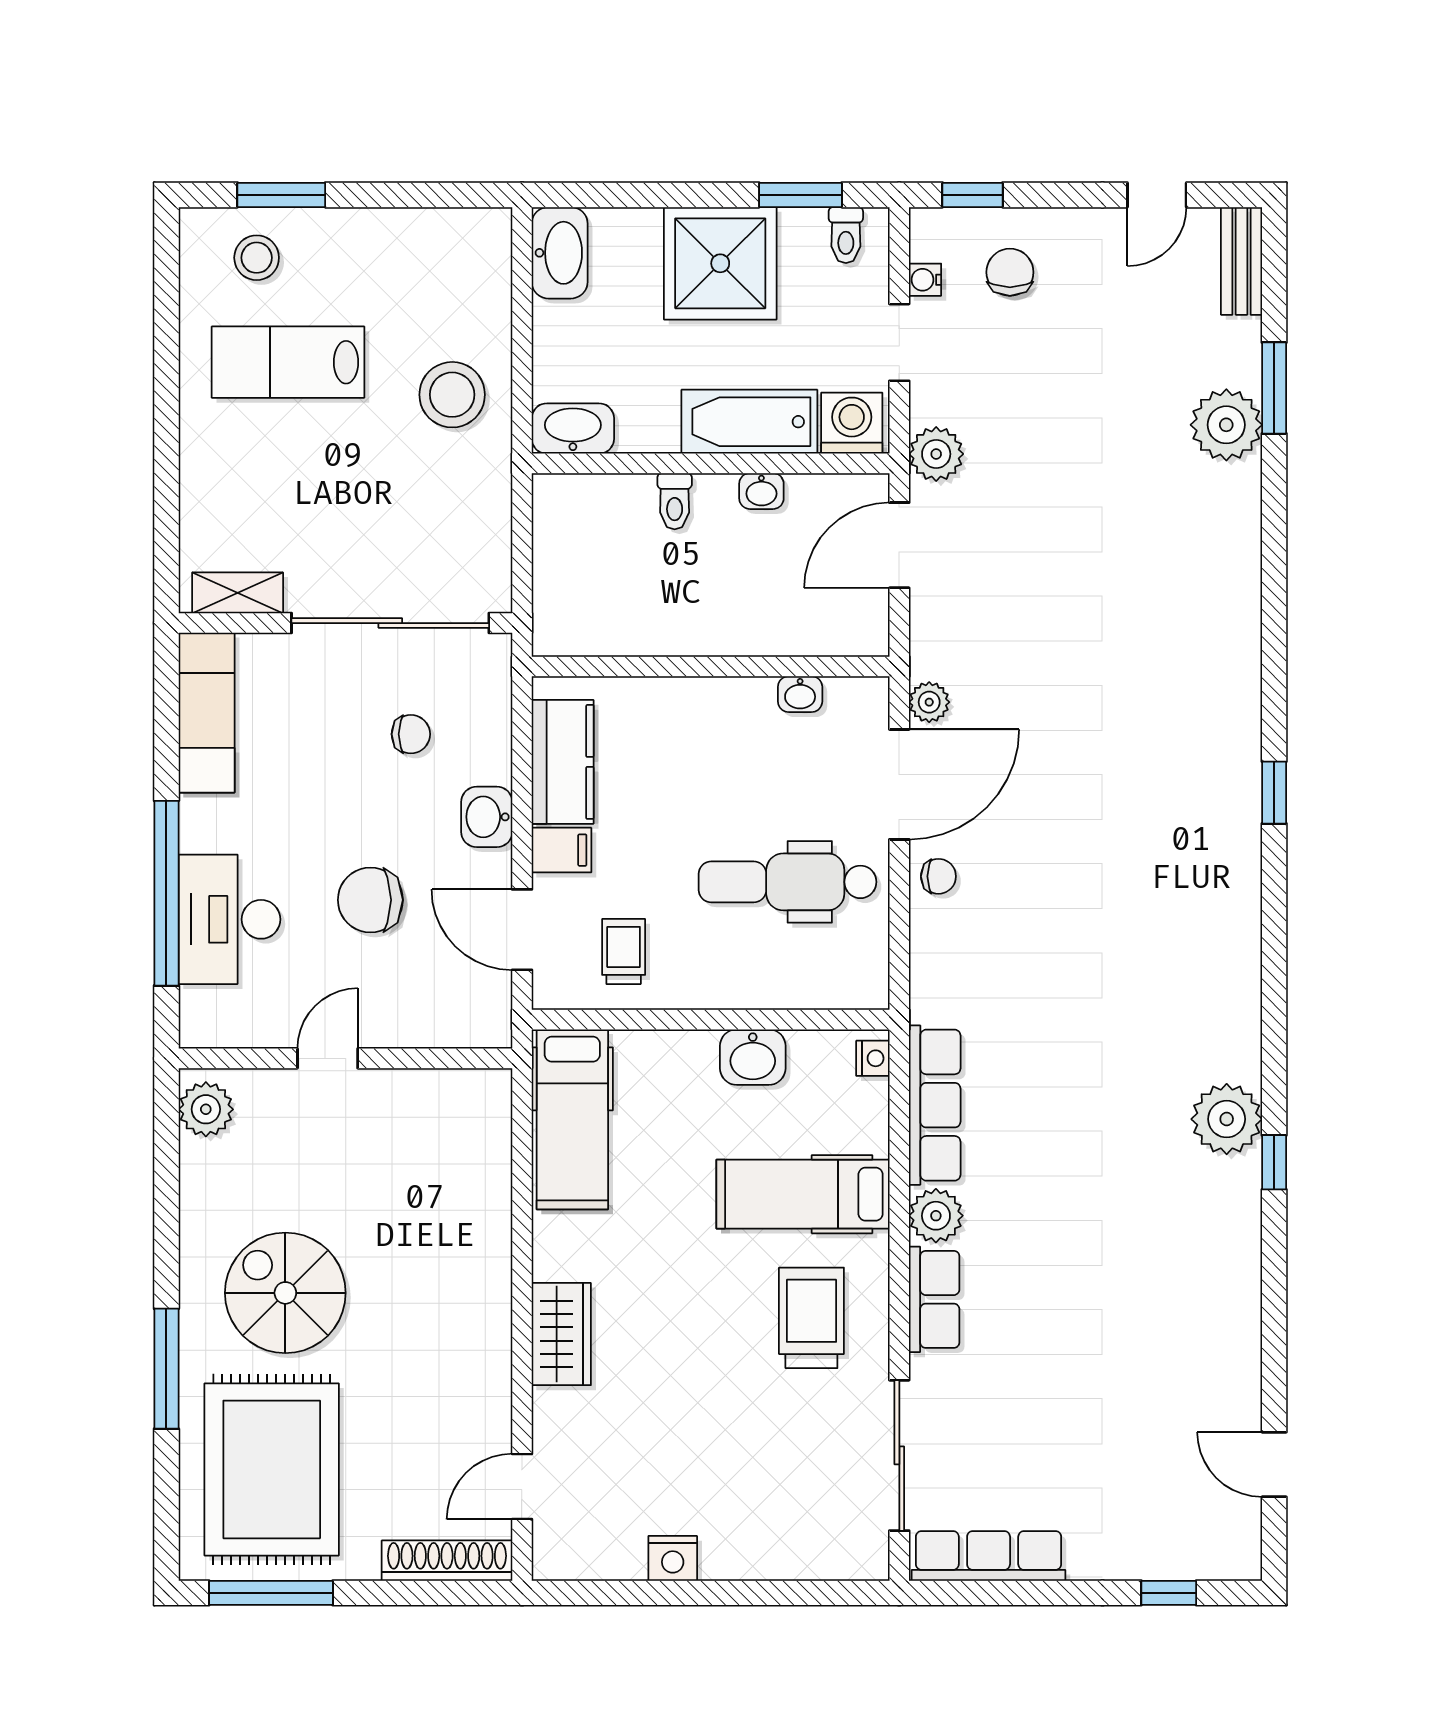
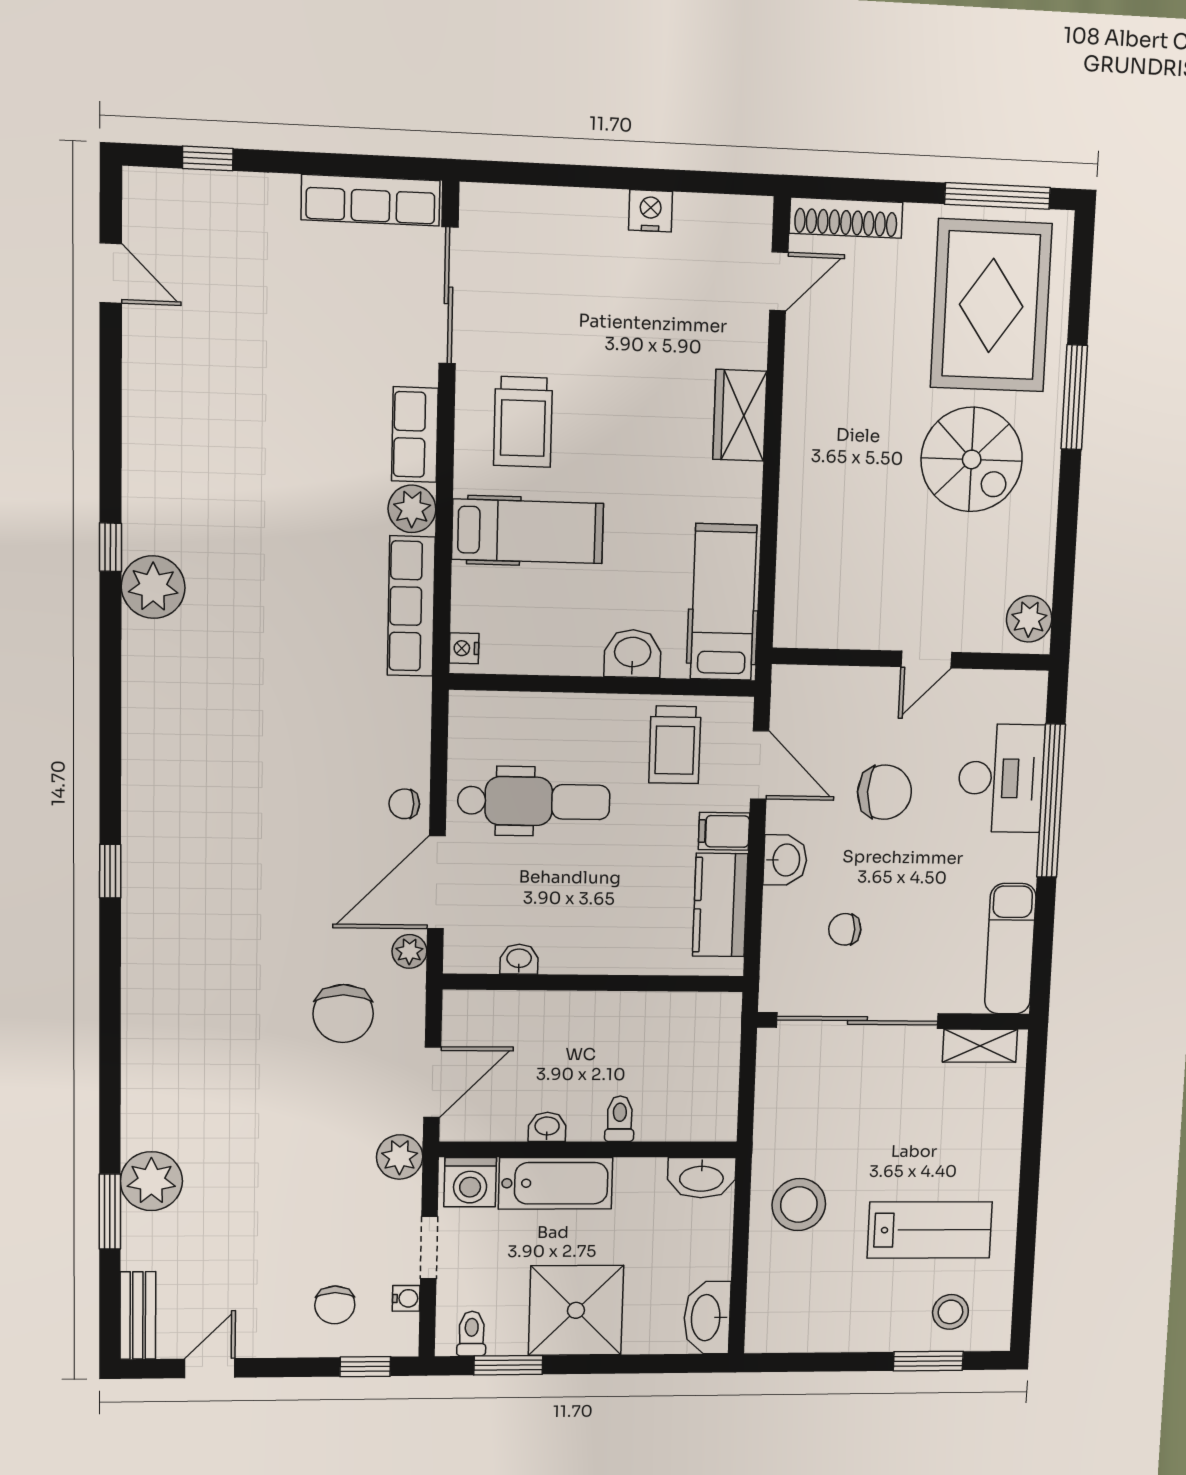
chair: (1005, 627) -> (343, 1013), added
trolley: (624, 951) -> (675, 745), width x1.36, depth x1.39
washbasin: (753, 1057) -> (633, 653), moved

